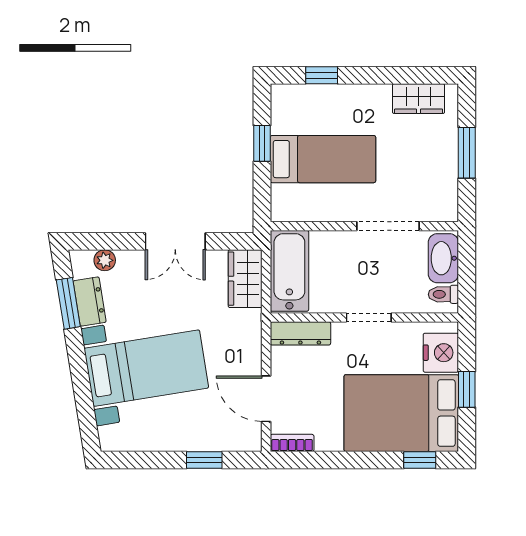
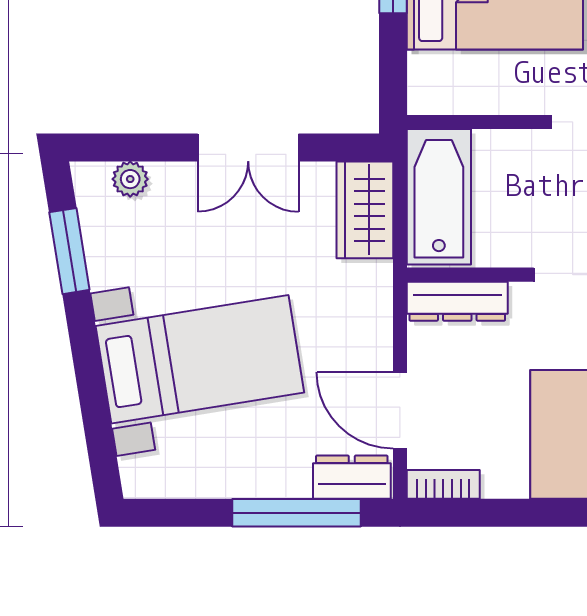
dresser: (90, 301) -> (352, 477), moved, turned -81
window: (204, 460) -> (297, 513), width x2.17

